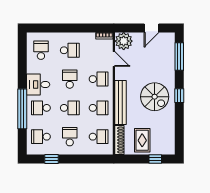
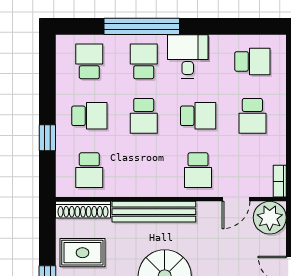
school desk: (99, 108) -> (144, 170), removed
window: (51, 159) -> (47, 138), moved

